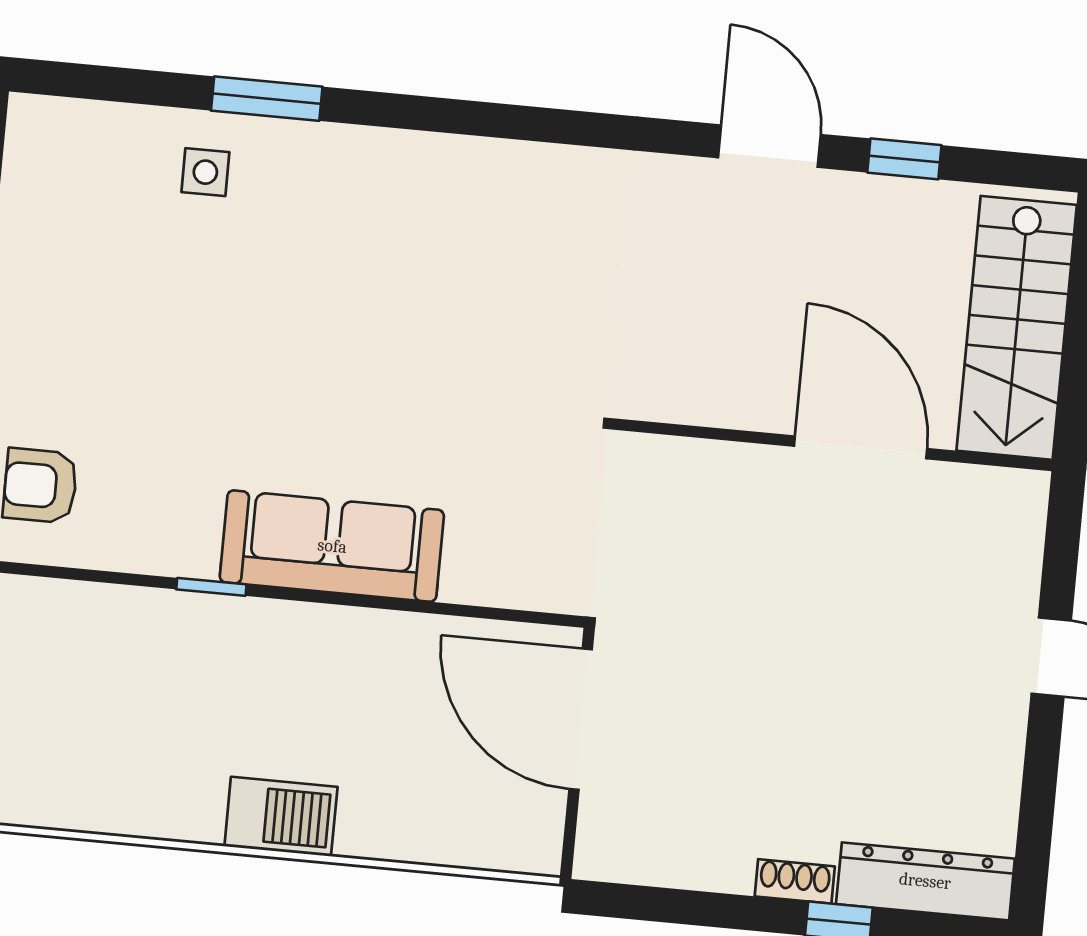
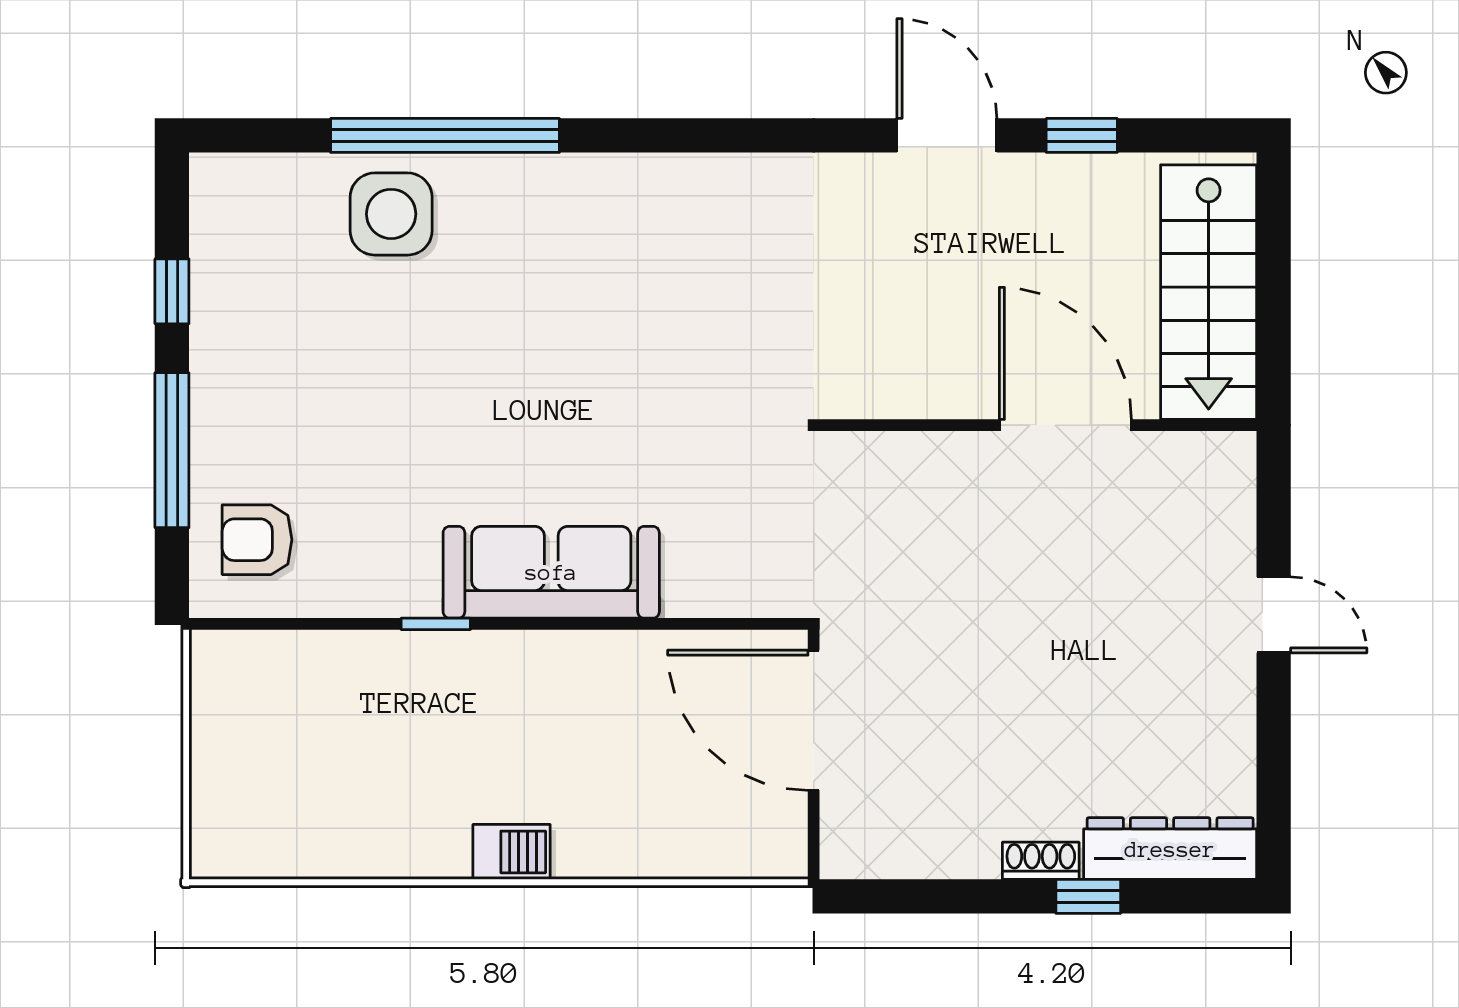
window: (267, 99) -> (445, 135), width x2.11
side table: (205, 172) -> (391, 214), width x1.87, depth x1.87
barbecue: (281, 817) -> (512, 852), width x0.73, depth x0.79

